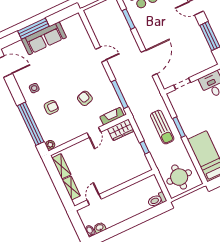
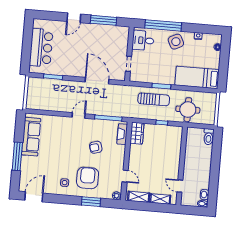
sofa: (44, 38) -> (31, 137), moved
door: (101, 55) -> (79, 115), moved
armchair: (51, 107) -> (88, 178), width x1.88, depth x1.88
window: (31, 124) -> (91, 202), width x0.47
door: (94, 132) -> (125, 176), moved
round table: (179, 177) -> (188, 110), moved

